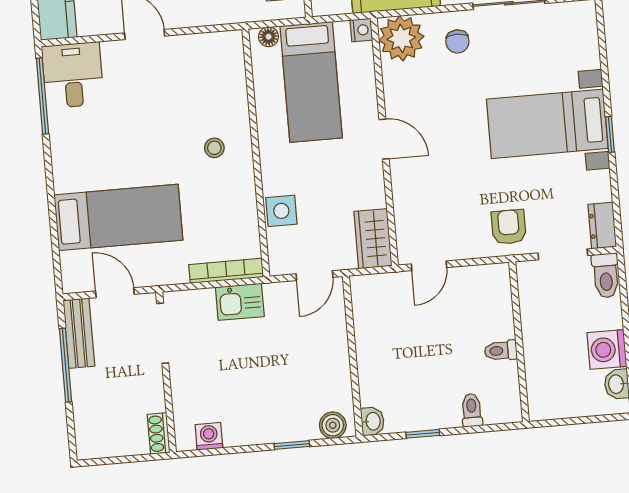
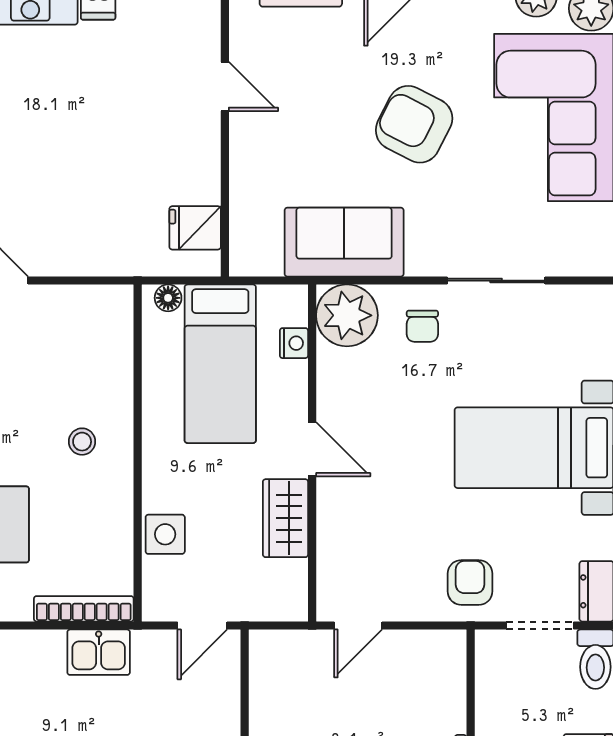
nightstand: (361, 30) -> (294, 343), moved
wardrobe: (373, 239) -> (285, 518), moved

